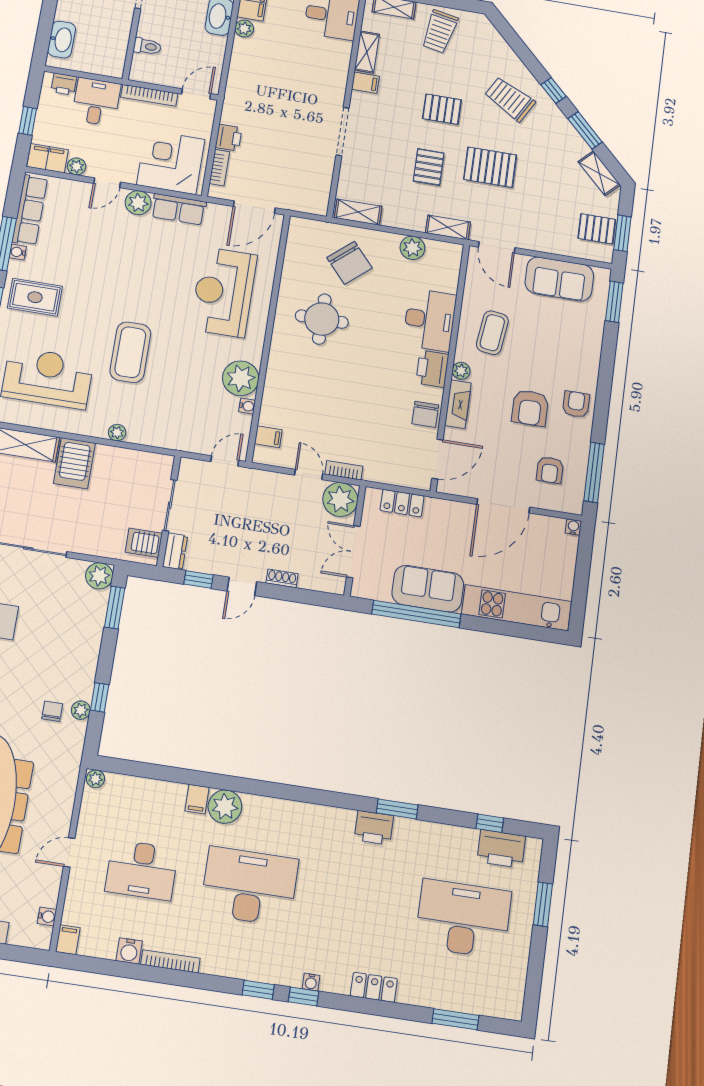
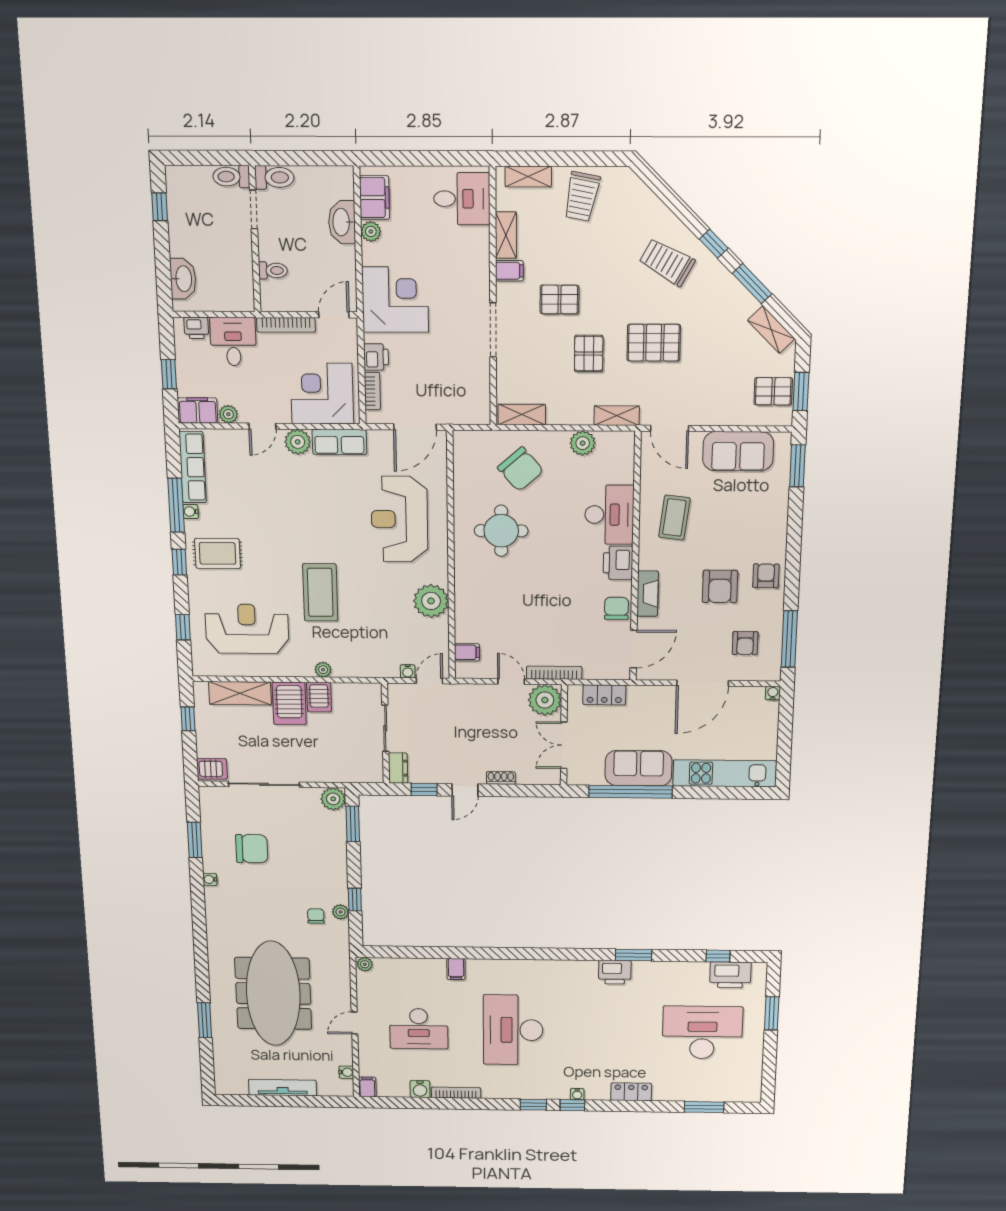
corner desk: (256, 90) -> (395, 300), added
pallet: (442, 109) -> (560, 299), moved
plant: (461, 371) -> (647, 560), removed
water cooler: (247, 406) -> (408, 671), moved, turned 90
chair: (425, 414) -> (616, 608), turned 180
bookcase: (344, 470) -> (554, 673), width x1.56
server rack: (144, 543) -> (319, 697), moved, turned -90
plant: (225, 807) -> (481, 972), removed
desk: (249, 886) -> (513, 1030), turned -90

